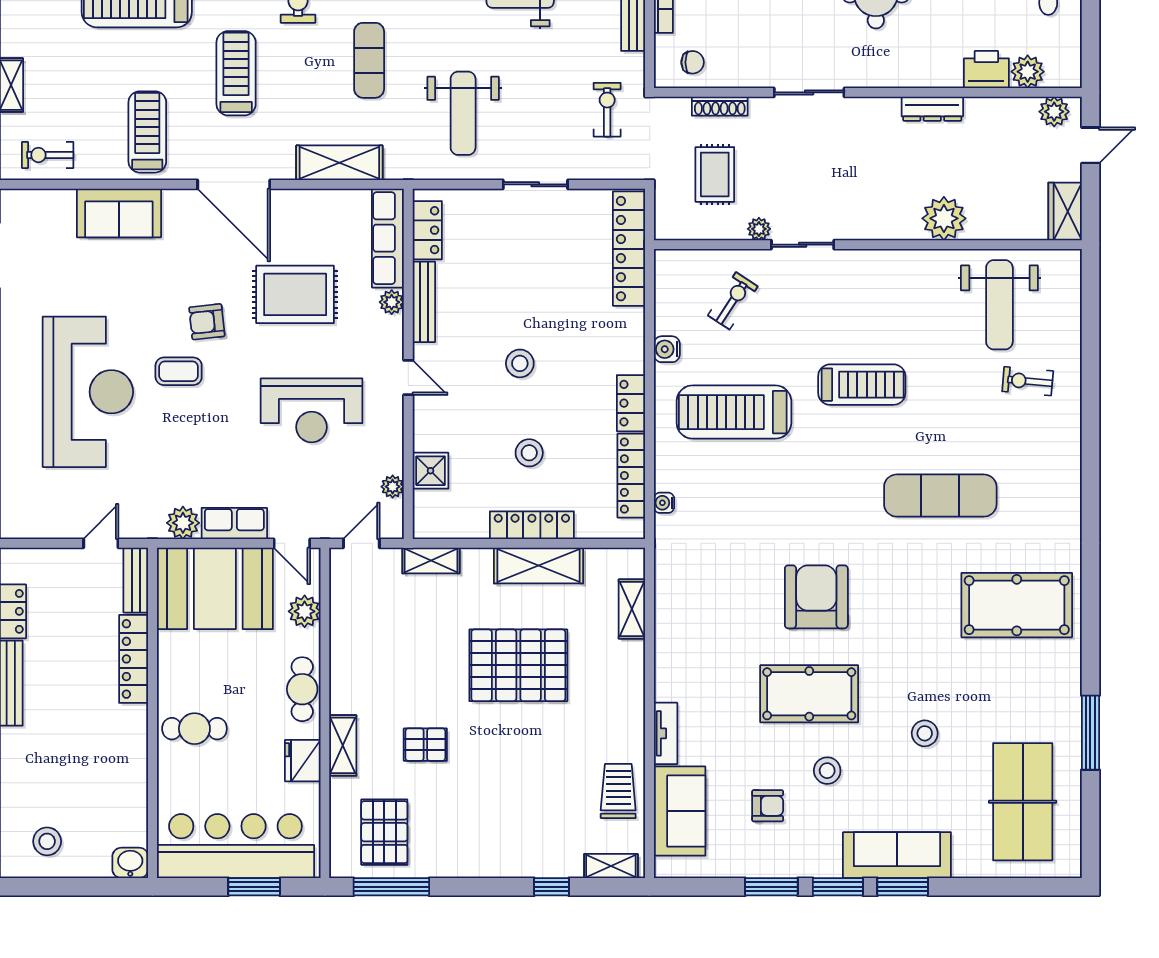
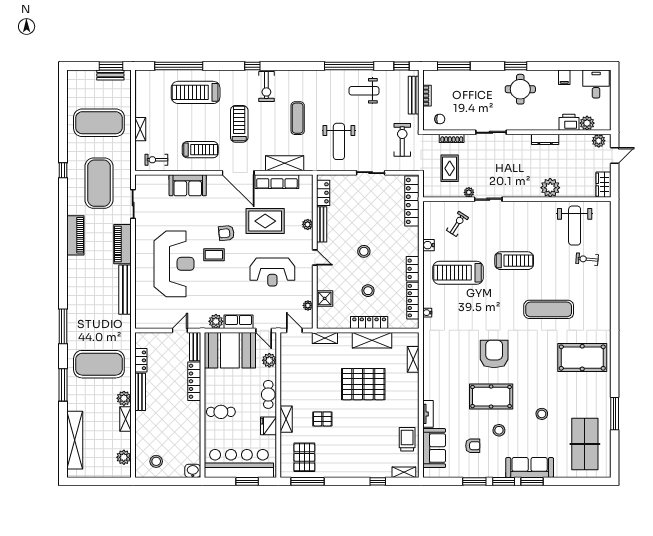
exercise bike: (607, 110) -> (402, 140), width x1.38, depth x1.39
treadmill: (147, 132) -> (200, 150), turned 90
row of seats: (388, 238) -> (277, 182), moved, turned -90
door: (361, 543) -> (294, 330), hinge flipped

